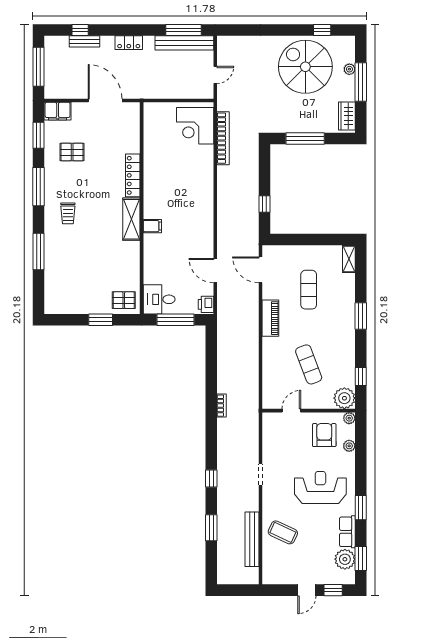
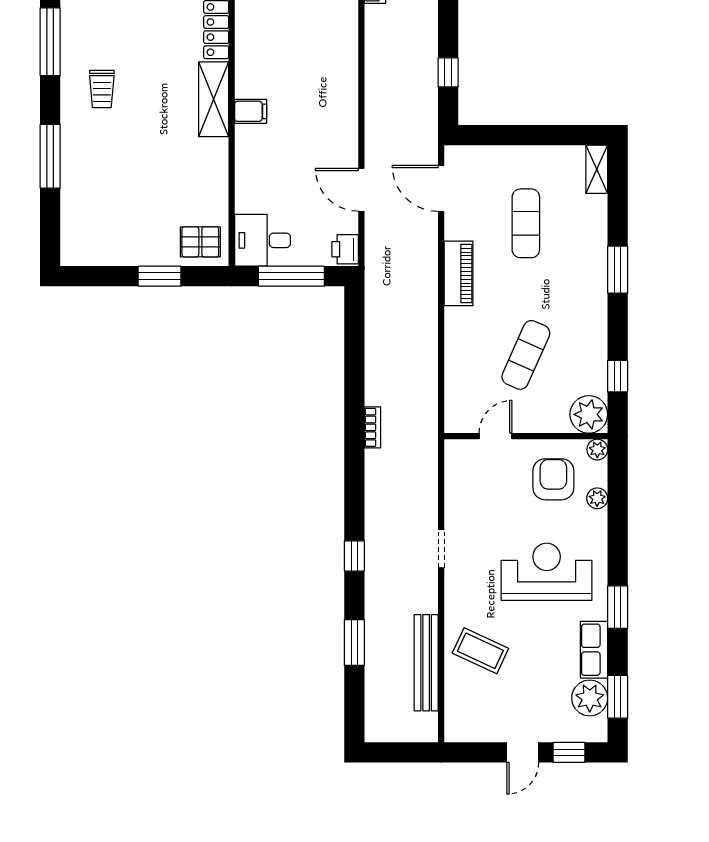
exercise mat: (309, 364) -> (526, 355), turned 45

